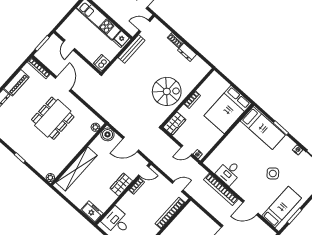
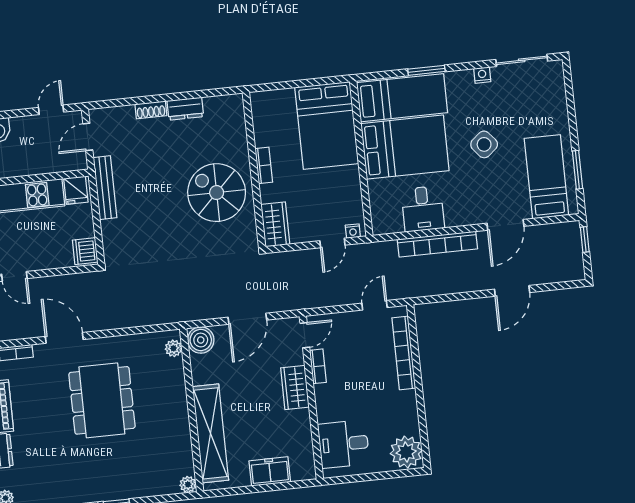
spiral stairs: (167, 91) -> (217, 193), turned -90
bed: (246, 145) -> (405, 147), added
freezer: (92, 212) -> (270, 471), moved

